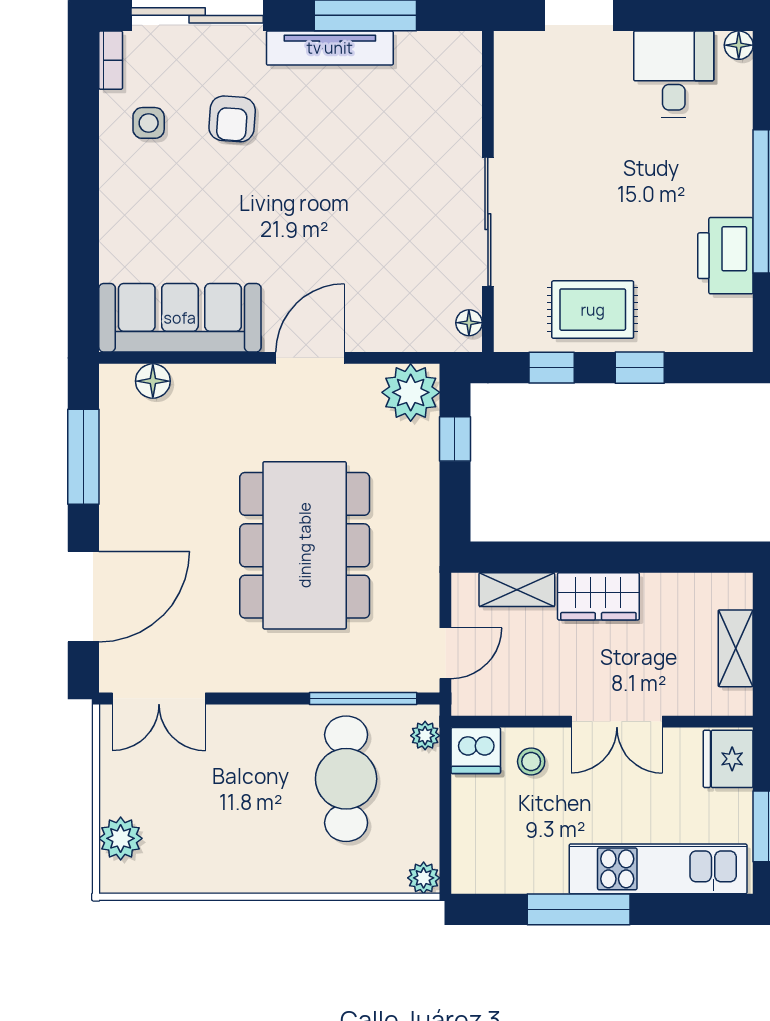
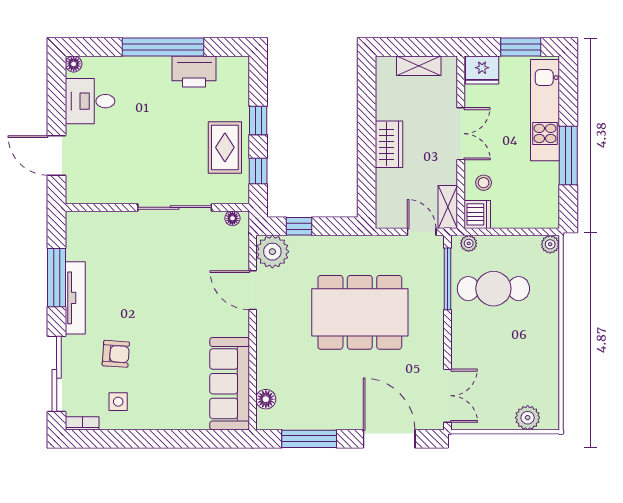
door: (310, 358) -> (253, 290), moved
shelving: (517, 590) -> (448, 207), moved

